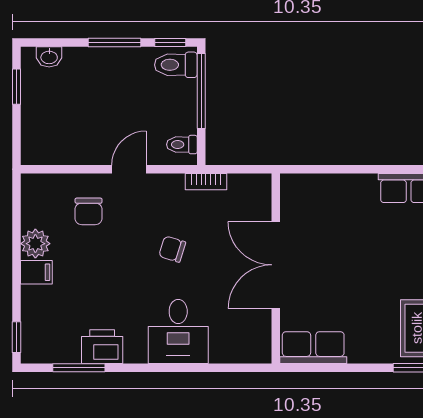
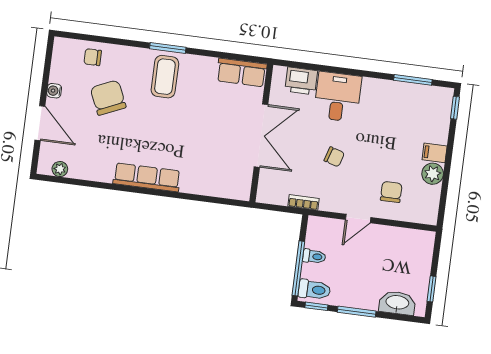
washbasin: (49, 57) -> (397, 303), width x1.91, depth x1.45
toilet: (182, 145) -> (314, 256), moved
printer: (102, 347) -> (301, 81), moved

